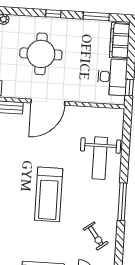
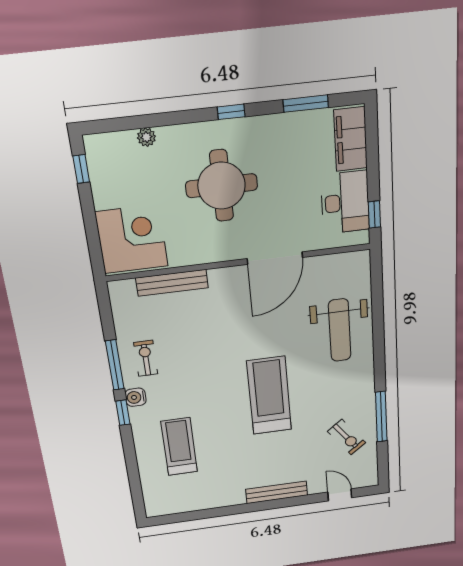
door: (48, 102) -> (275, 258), moved
treadmill: (49, 194) -> (269, 396), turned 180
window: (122, 202) -> (381, 417), moved

